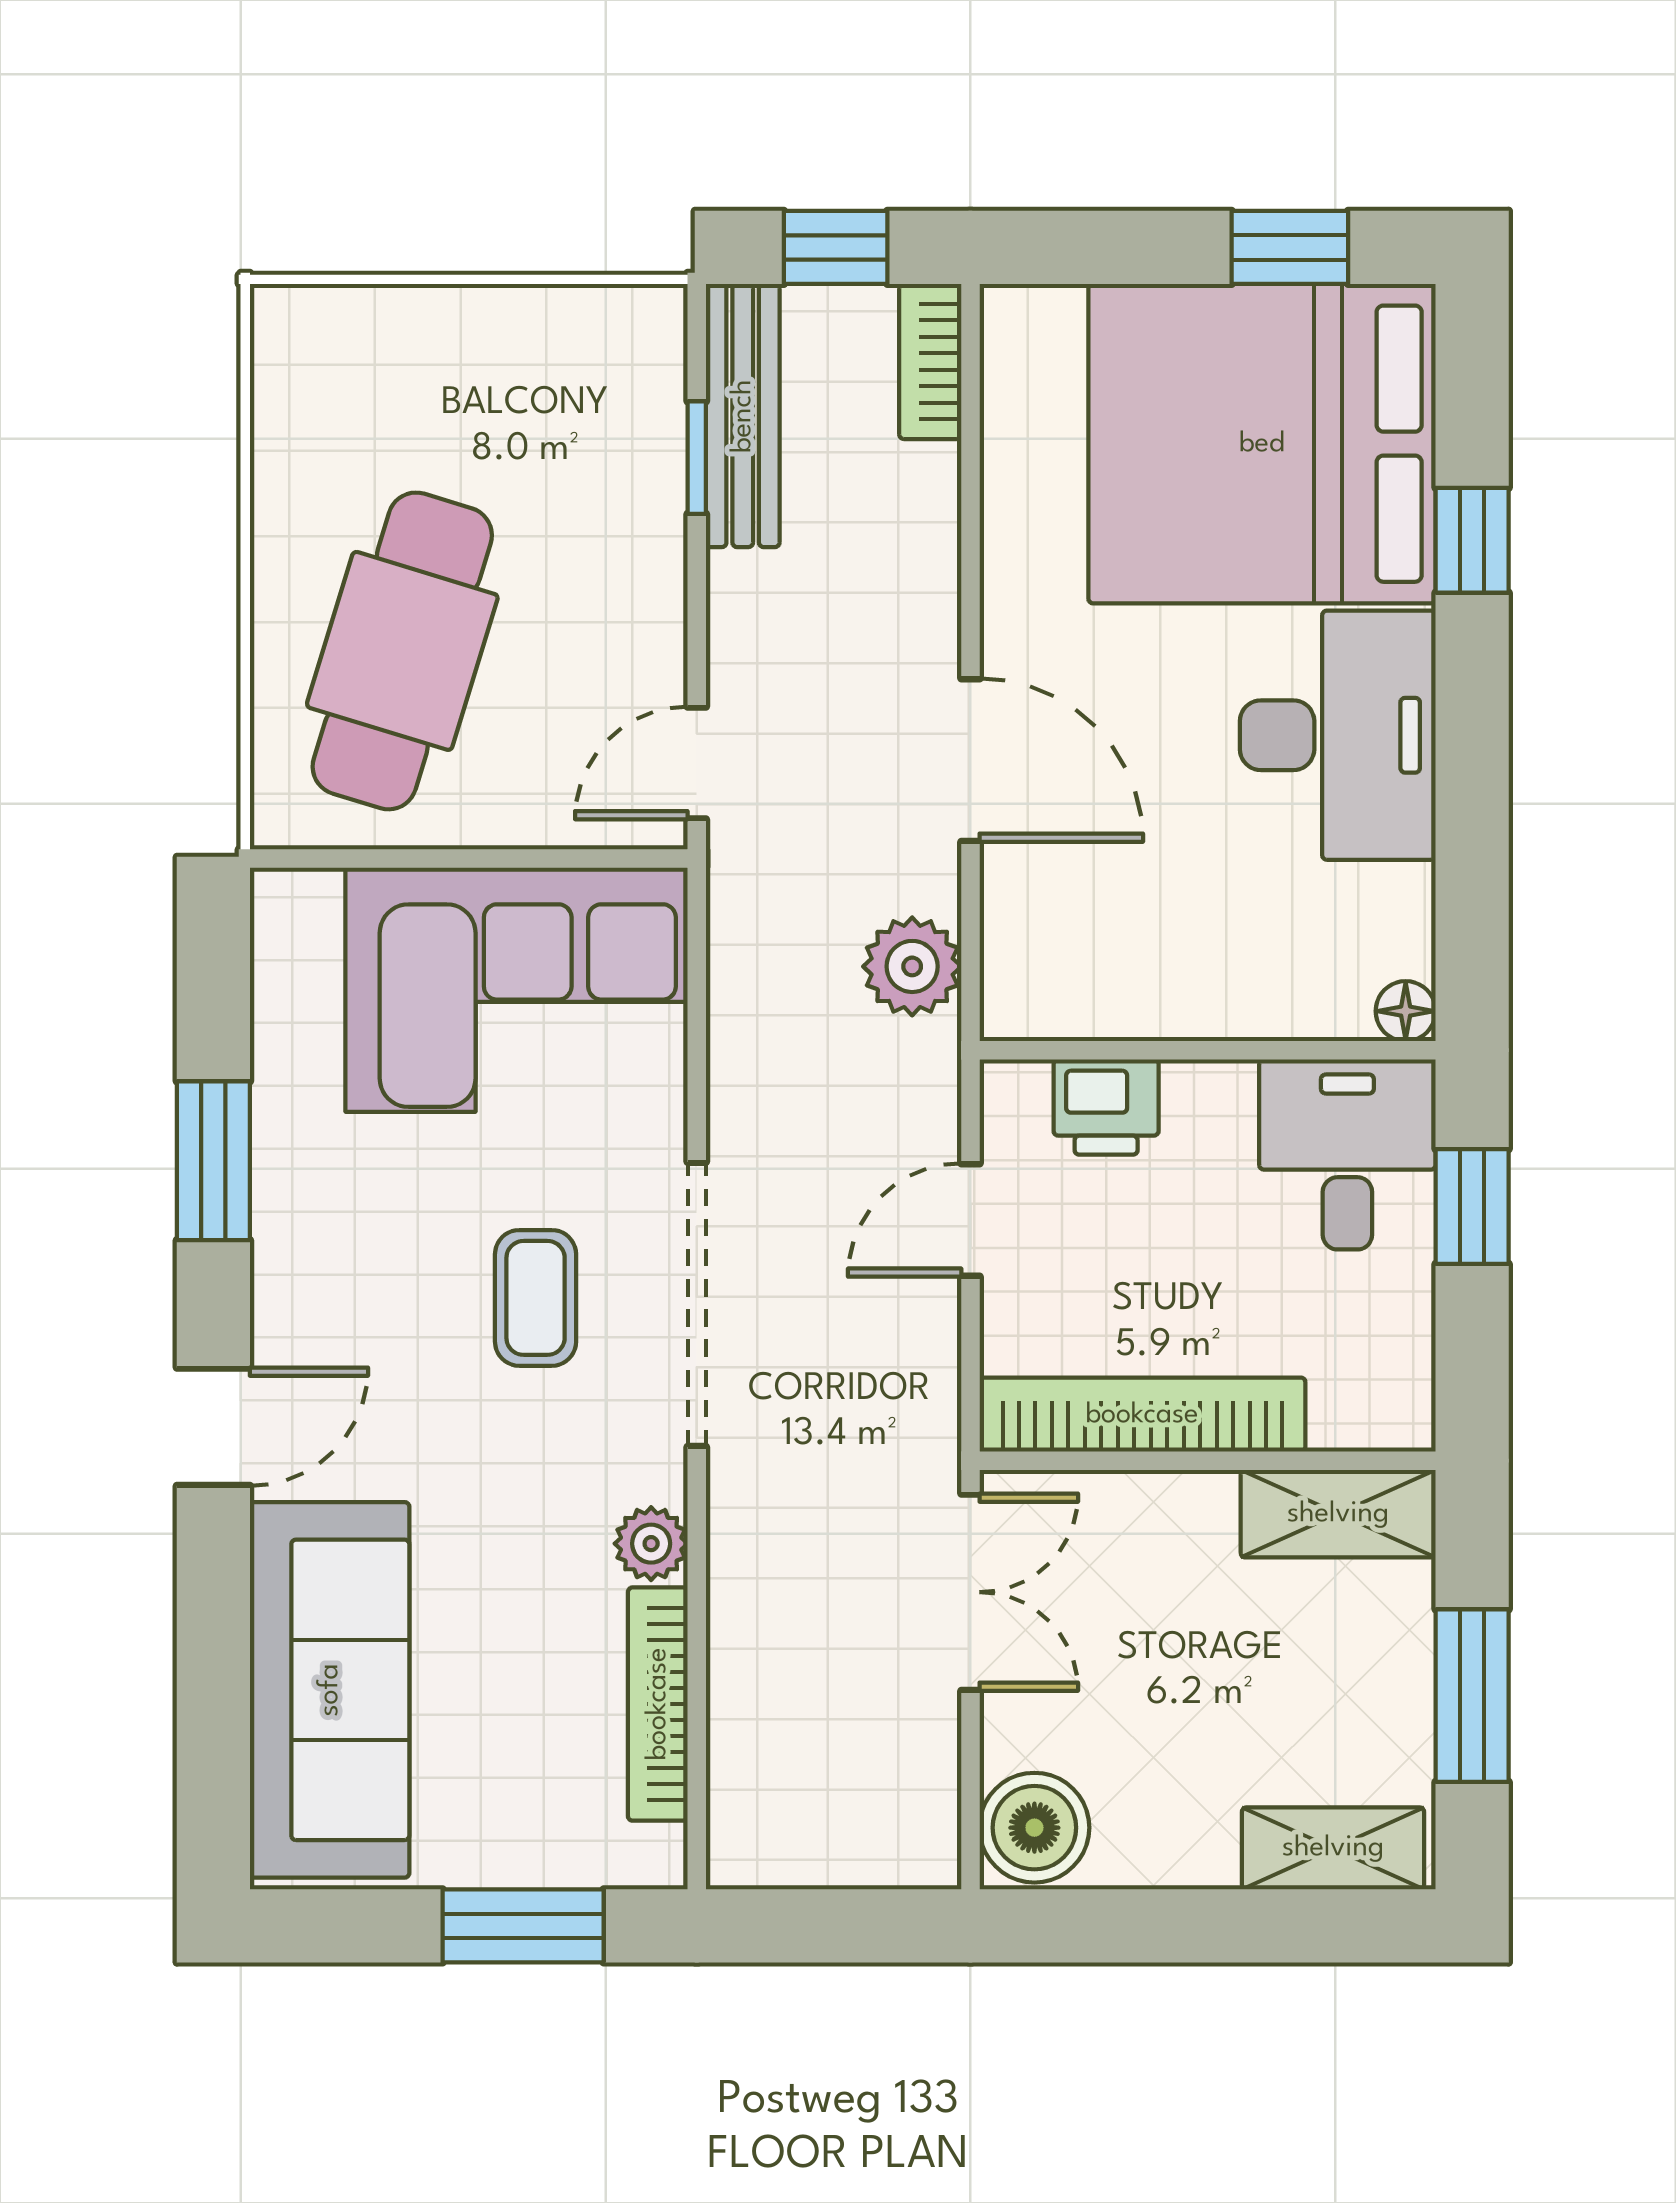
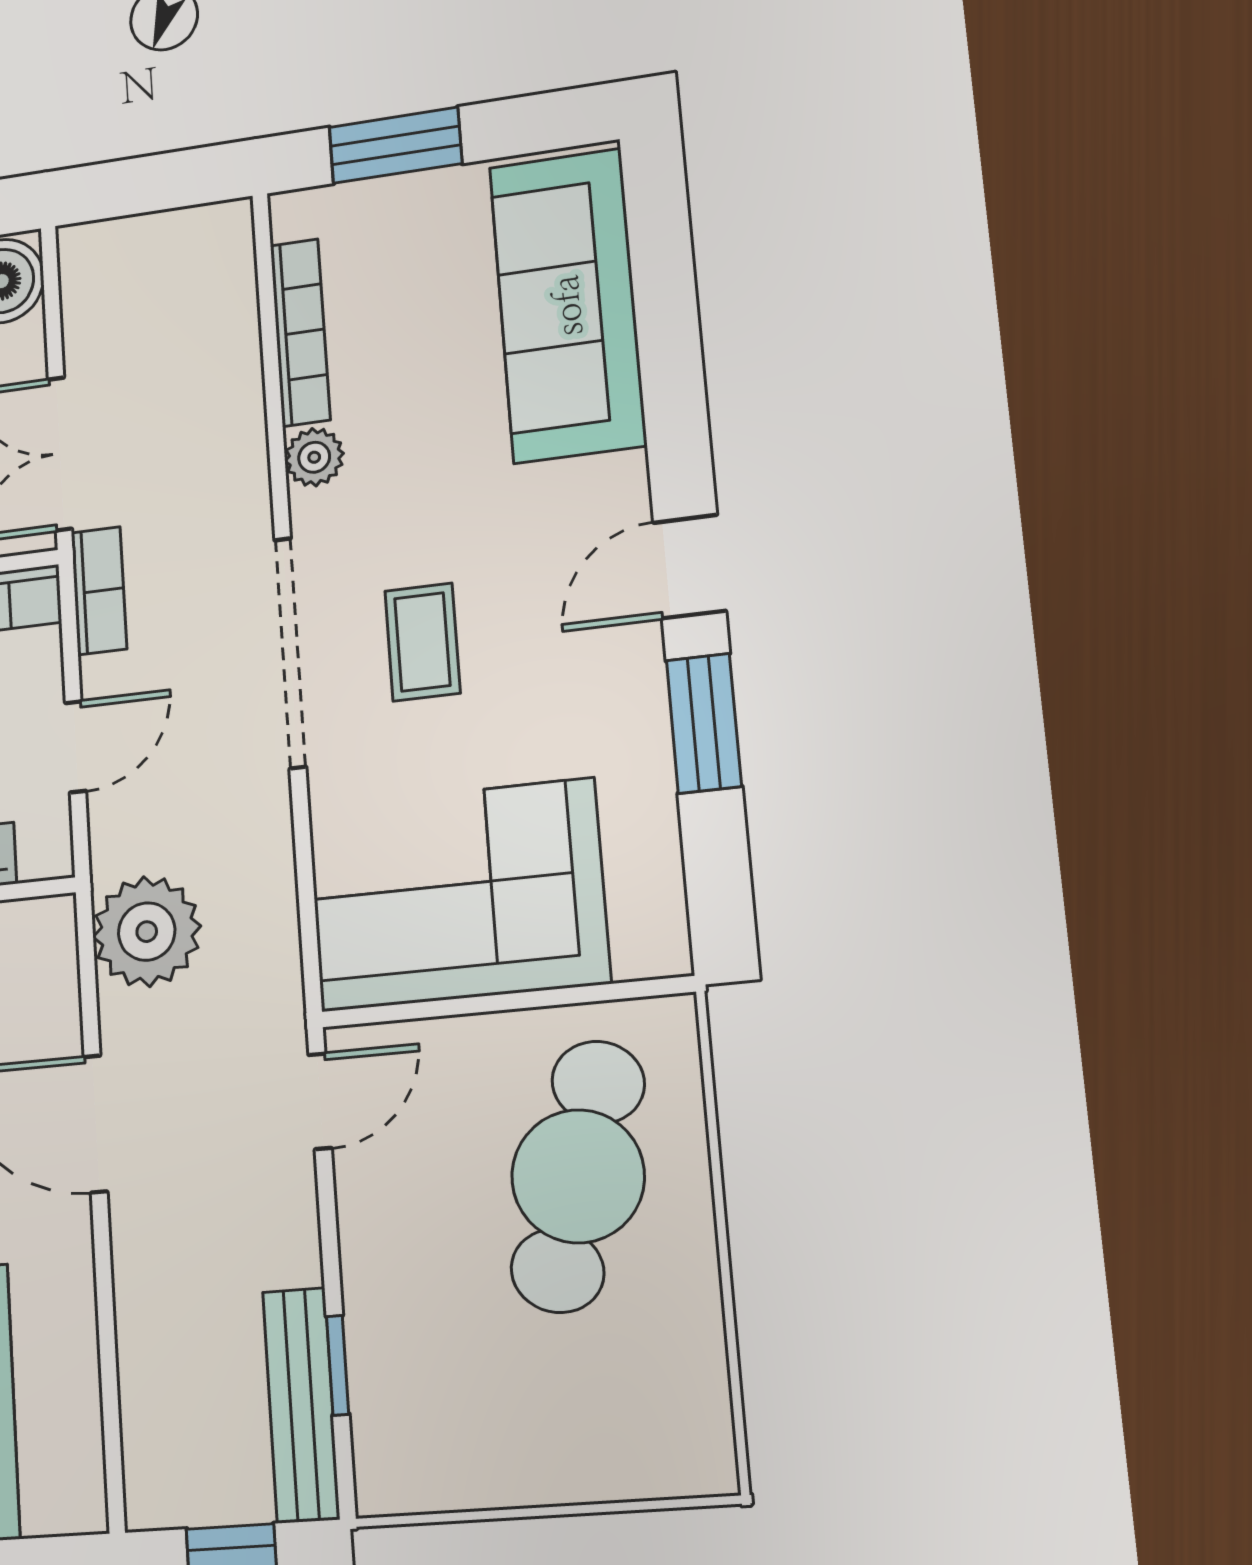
bookcase: (930, 361) -> (99, 591), moved
plant: (912, 966) -> (147, 932), width x1.36, depth x1.36
door: (213, 1427) -> (690, 567), moved

